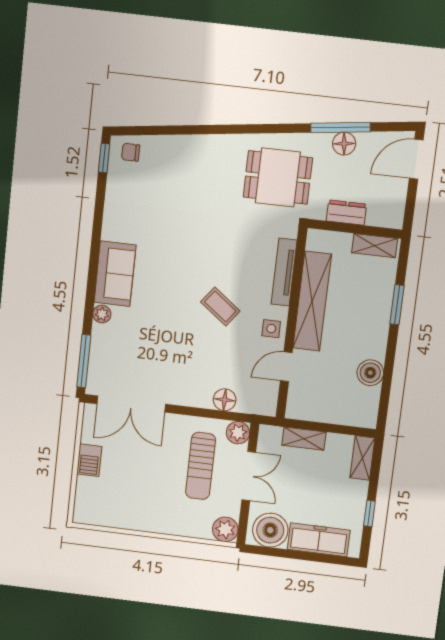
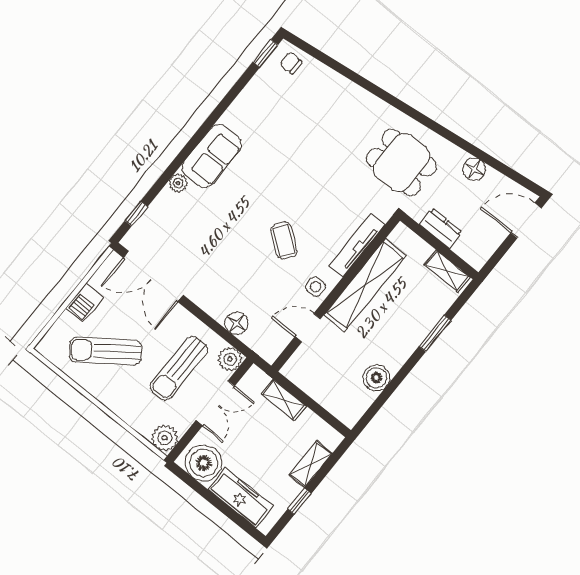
window: (340, 128) -> (479, 154), removed
window: (84, 361) -> (136, 214), width x0.46
shelving: (362, 458) -> (311, 464), moved
sun lounger: (132, 489) -> (106, 351), added

